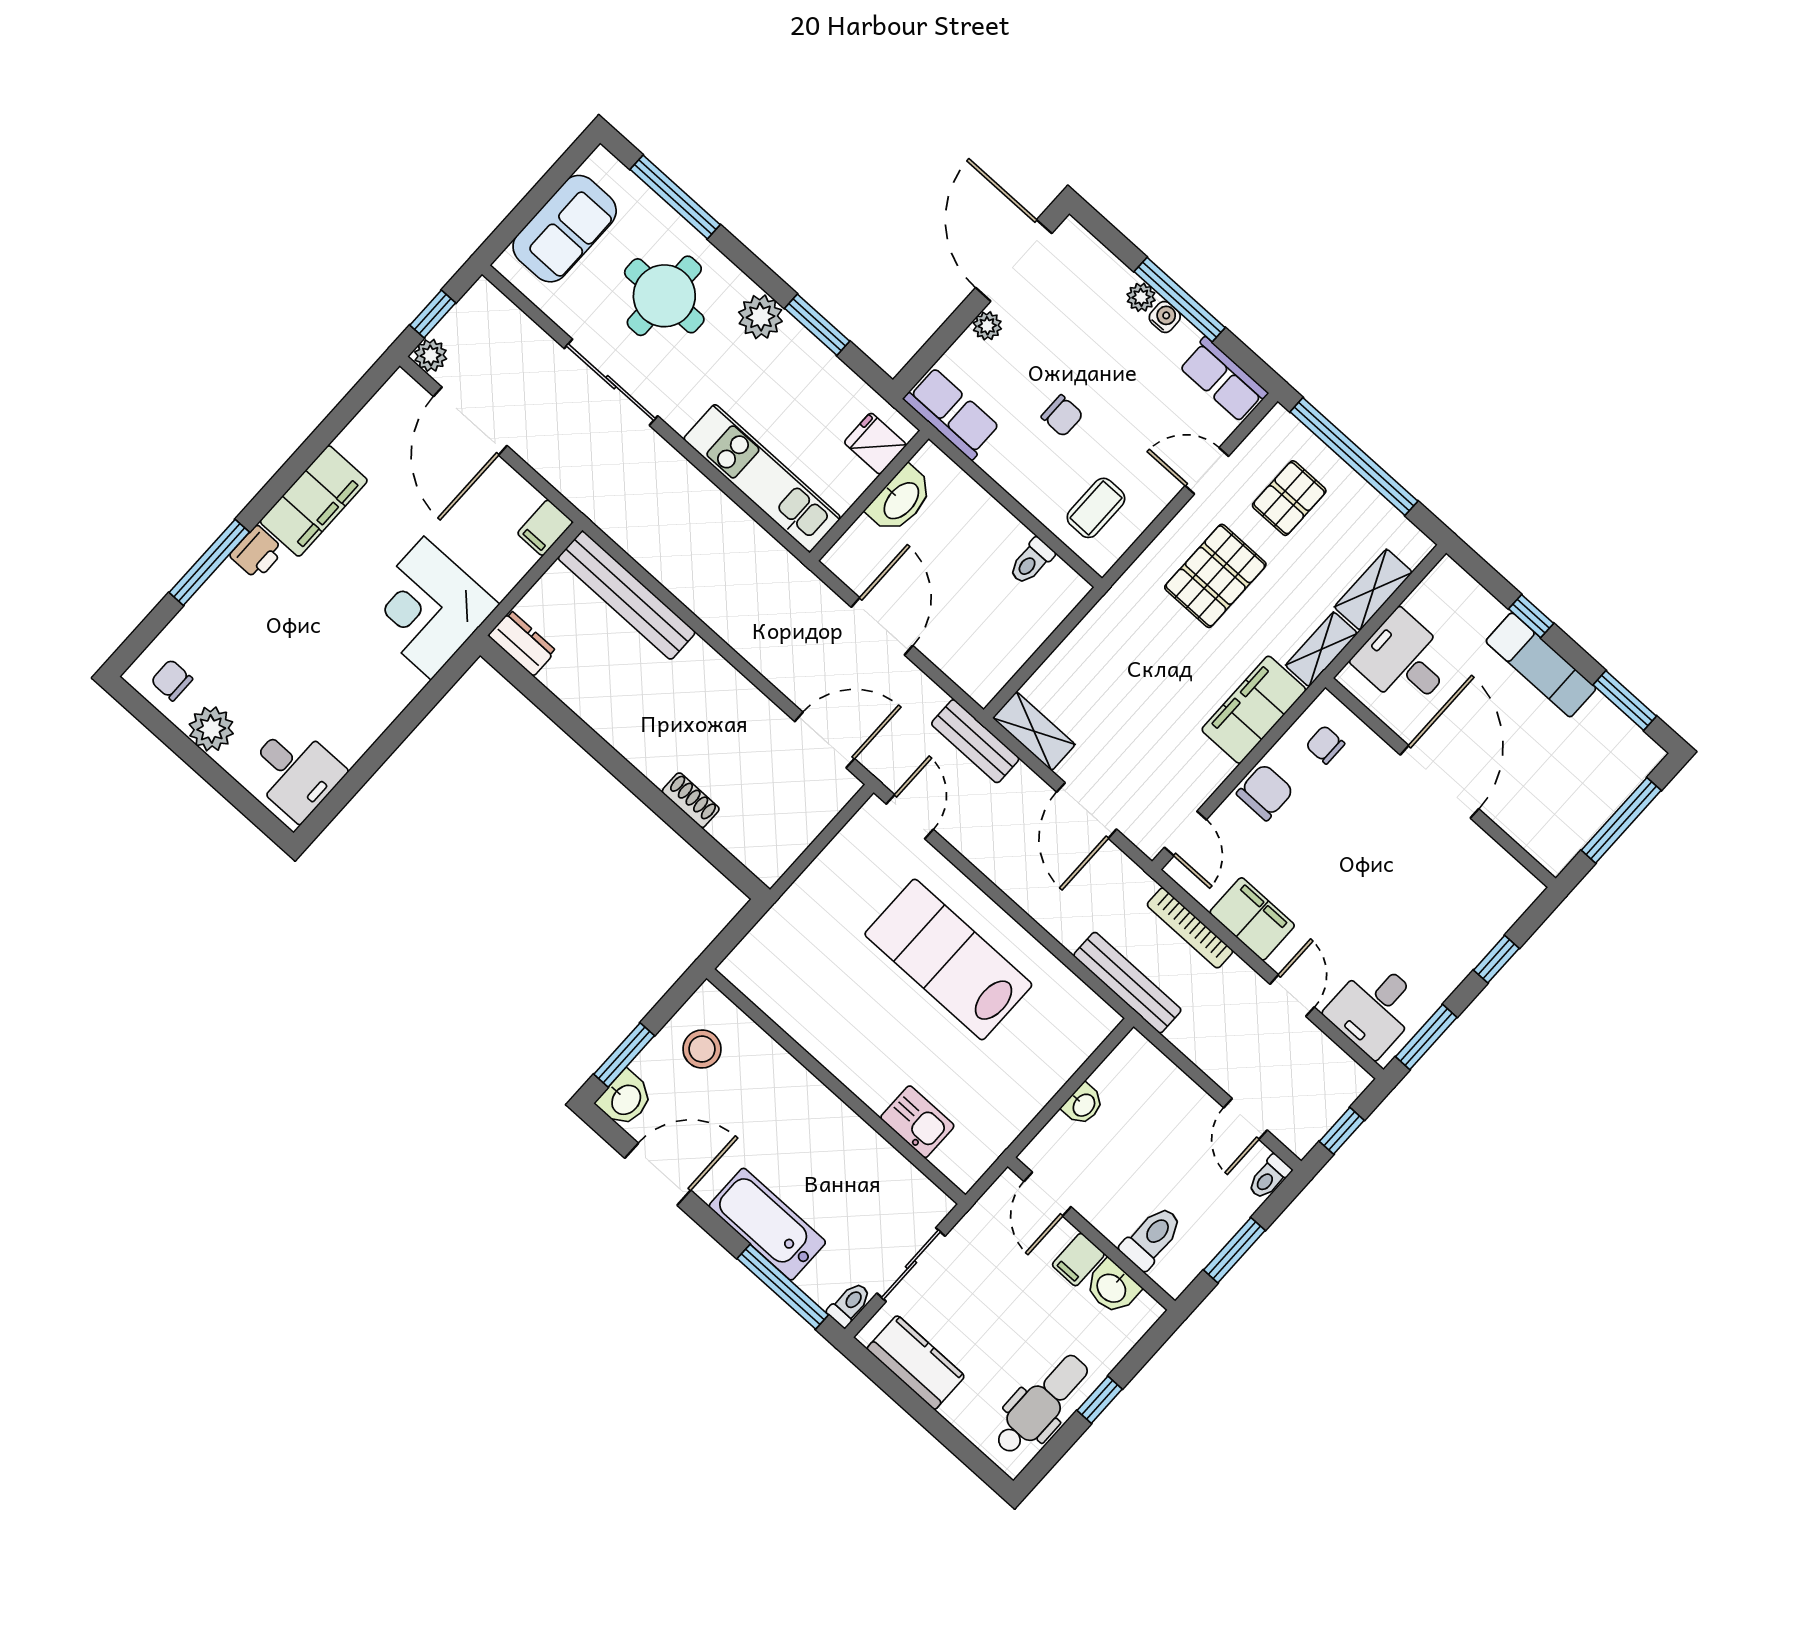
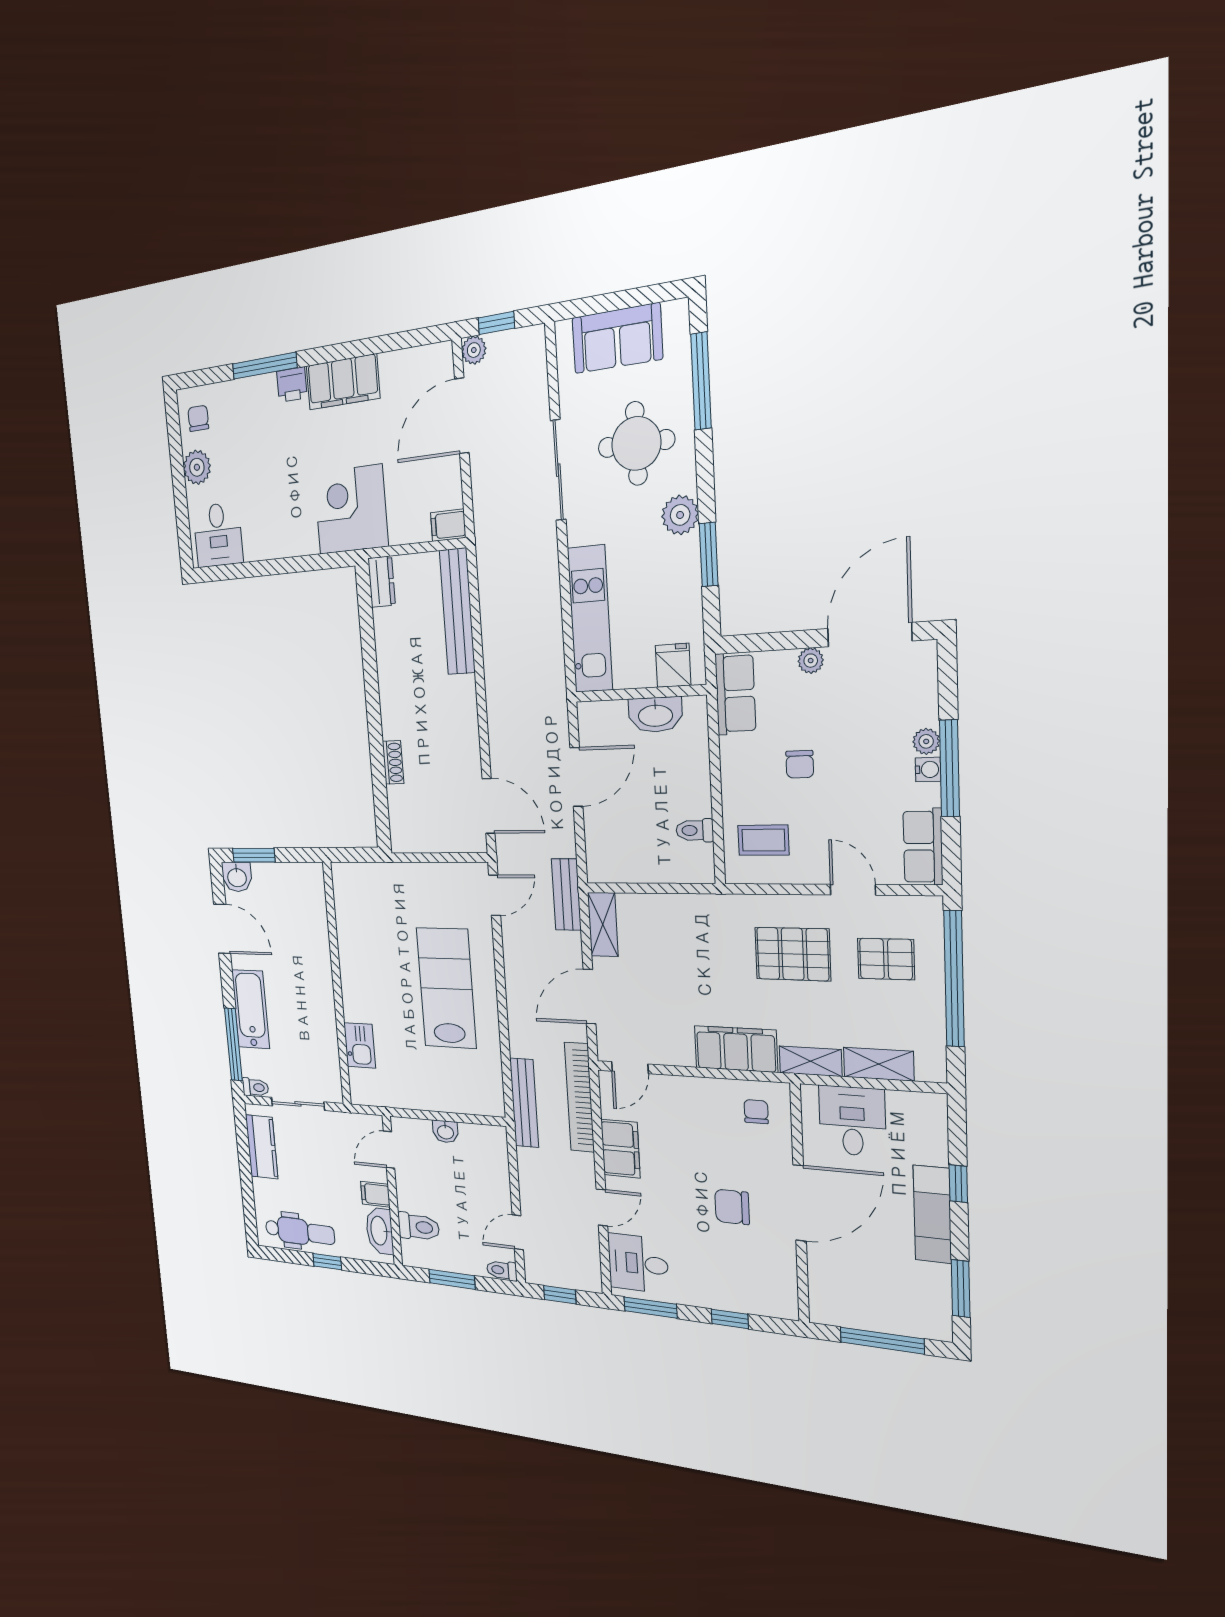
chair: (1265, 792) -> (732, 1207), moved, turned 180
bookcase: (1190, 928) -> (579, 1097), width x1.48, depth x1.31
stool: (702, 1049) -> (291, 894), removed
washbasin: (1112, 1287) -> (380, 1231), width x1.38

